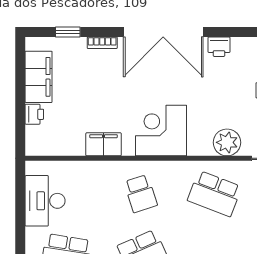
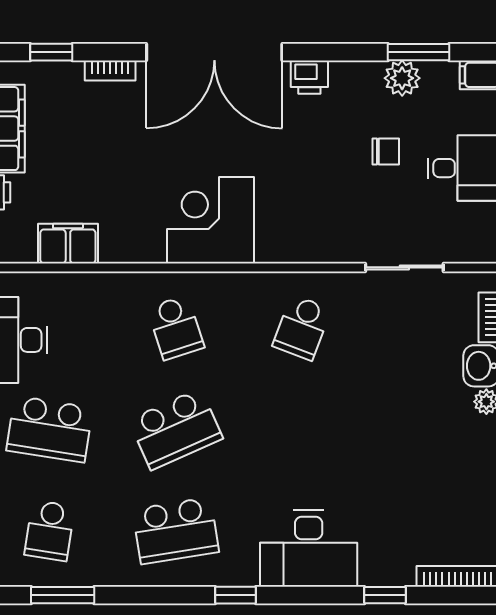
plant: (227, 142) -> (323, 240), removed
filing cabinet: (104, 144) -> (68, 244), moved
school desk: (215, 194) -> (302, 328), width x0.54

